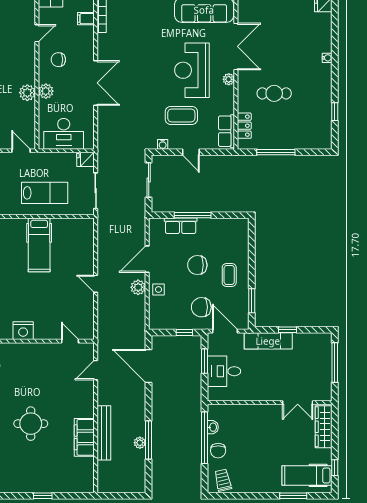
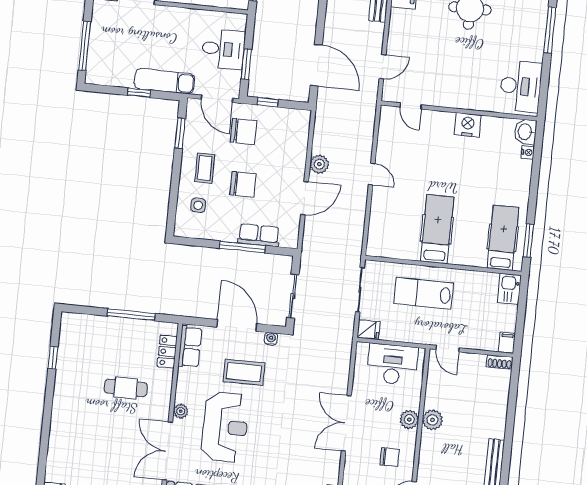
water cooler: (327, 58) -> (56, 425), removed
door: (191, 152) -> (237, 325), width x1.88
side table: (158, 290) -> (198, 205), moved

